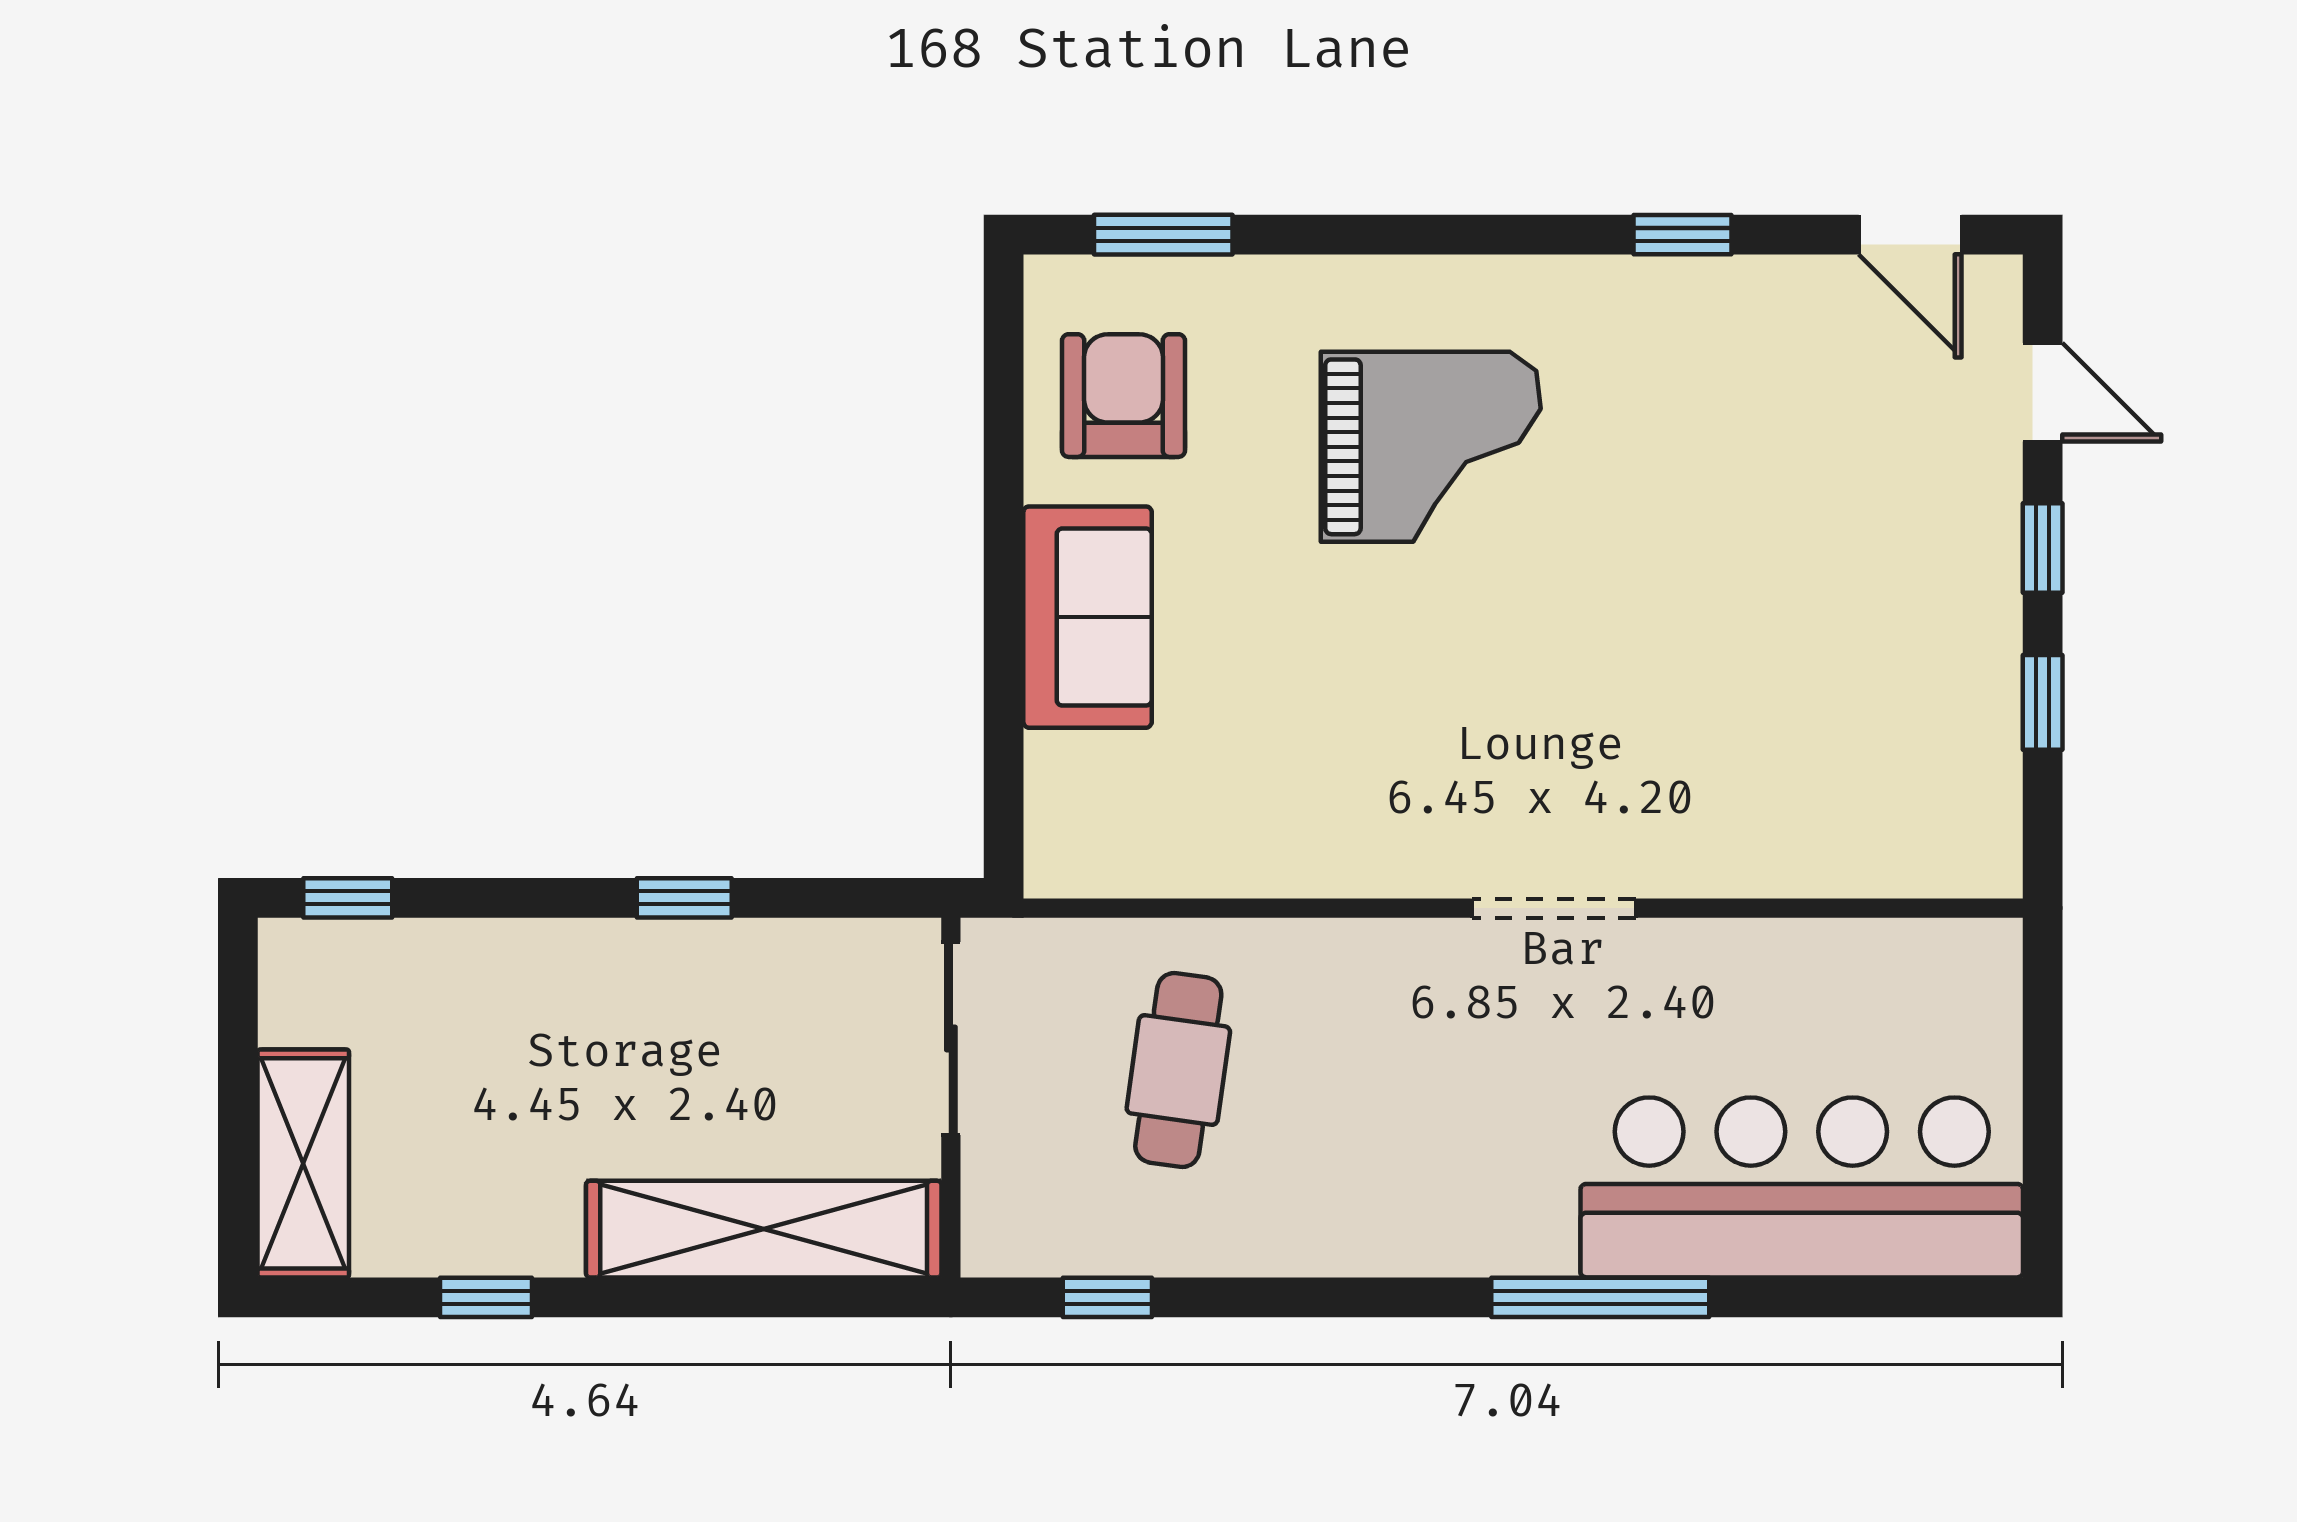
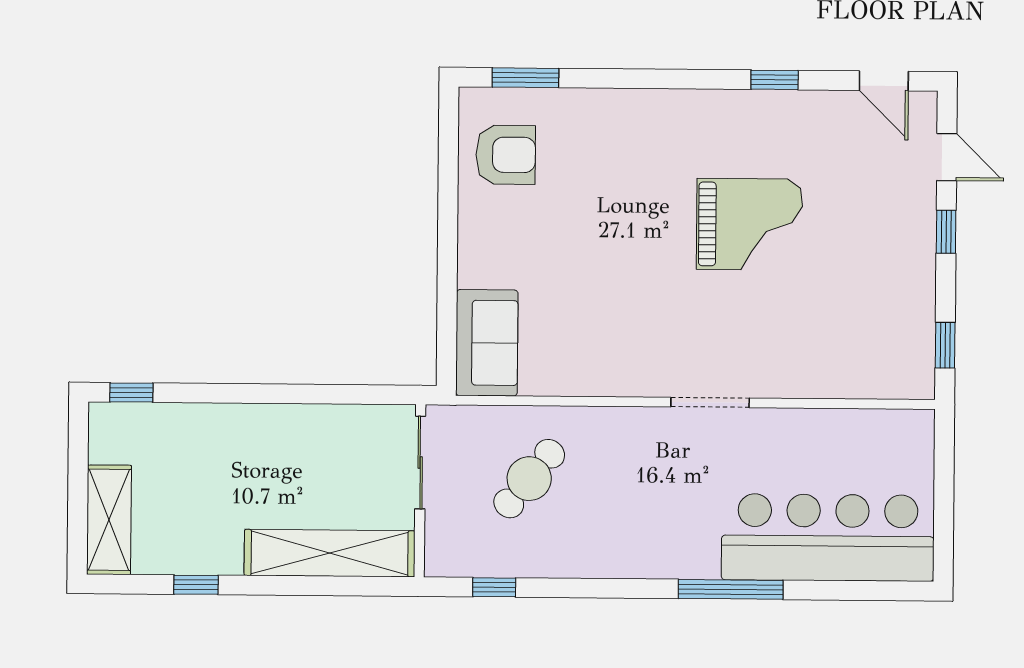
armchair: (1123, 396) -> (506, 155), turned 90
grand piano: (1431, 447) -> (749, 224), moved
sofa: (1088, 617) -> (487, 343), moved
window: (2043, 702) -> (945, 345), moved
window: (684, 898) -> (293, 394), removed
cafe table: (1178, 1070) -> (529, 479), turned 31

